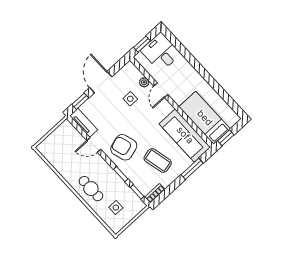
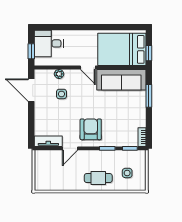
door: (101, 82) -> (31, 90), moved
door: (161, 90) -> (88, 68), moved
window: (80, 101) -> (31, 130), removed
bed: (205, 118) -> (122, 49), width x1.50
armchair: (124, 147) -> (91, 129), turned 107
coffee table: (158, 161) -> (121, 114), removed

